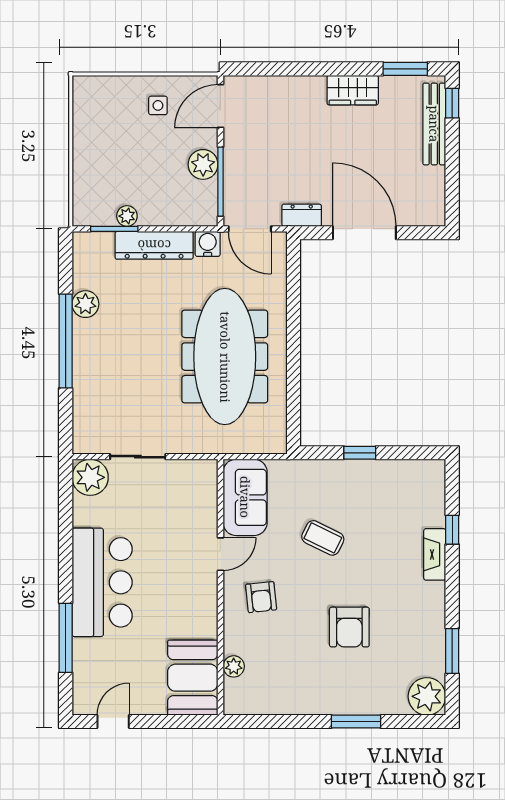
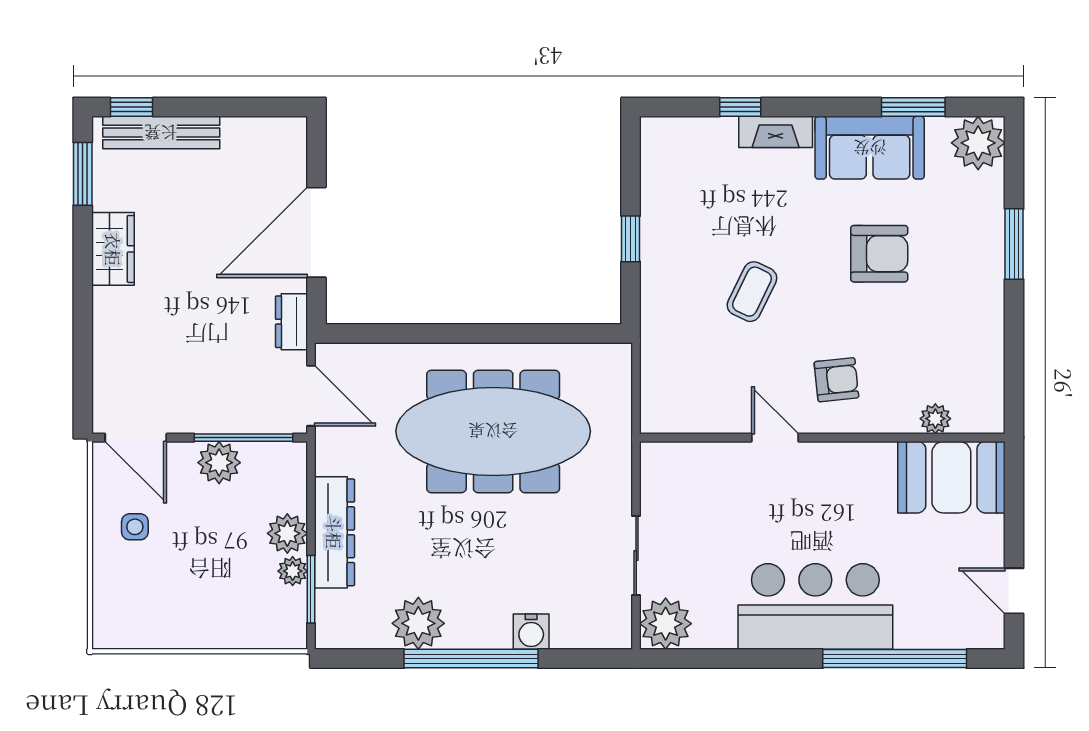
plant: (153, 212) -> (287, 533), added
door: (250, 229) -> (311, 396), hinge flipped
water cooler: (208, 244) -> (531, 632), moved, turned -90
plant: (85, 304) -> (418, 623), width x1.36, depth x1.36
sofa: (245, 497) -> (870, 148), moved, turned 180
window: (66, 638) -> (895, 659), width x1.46

